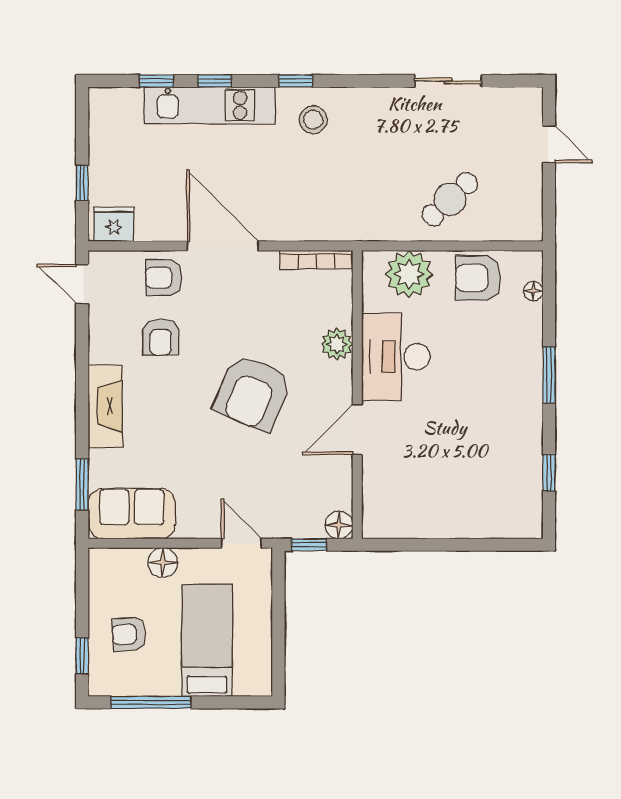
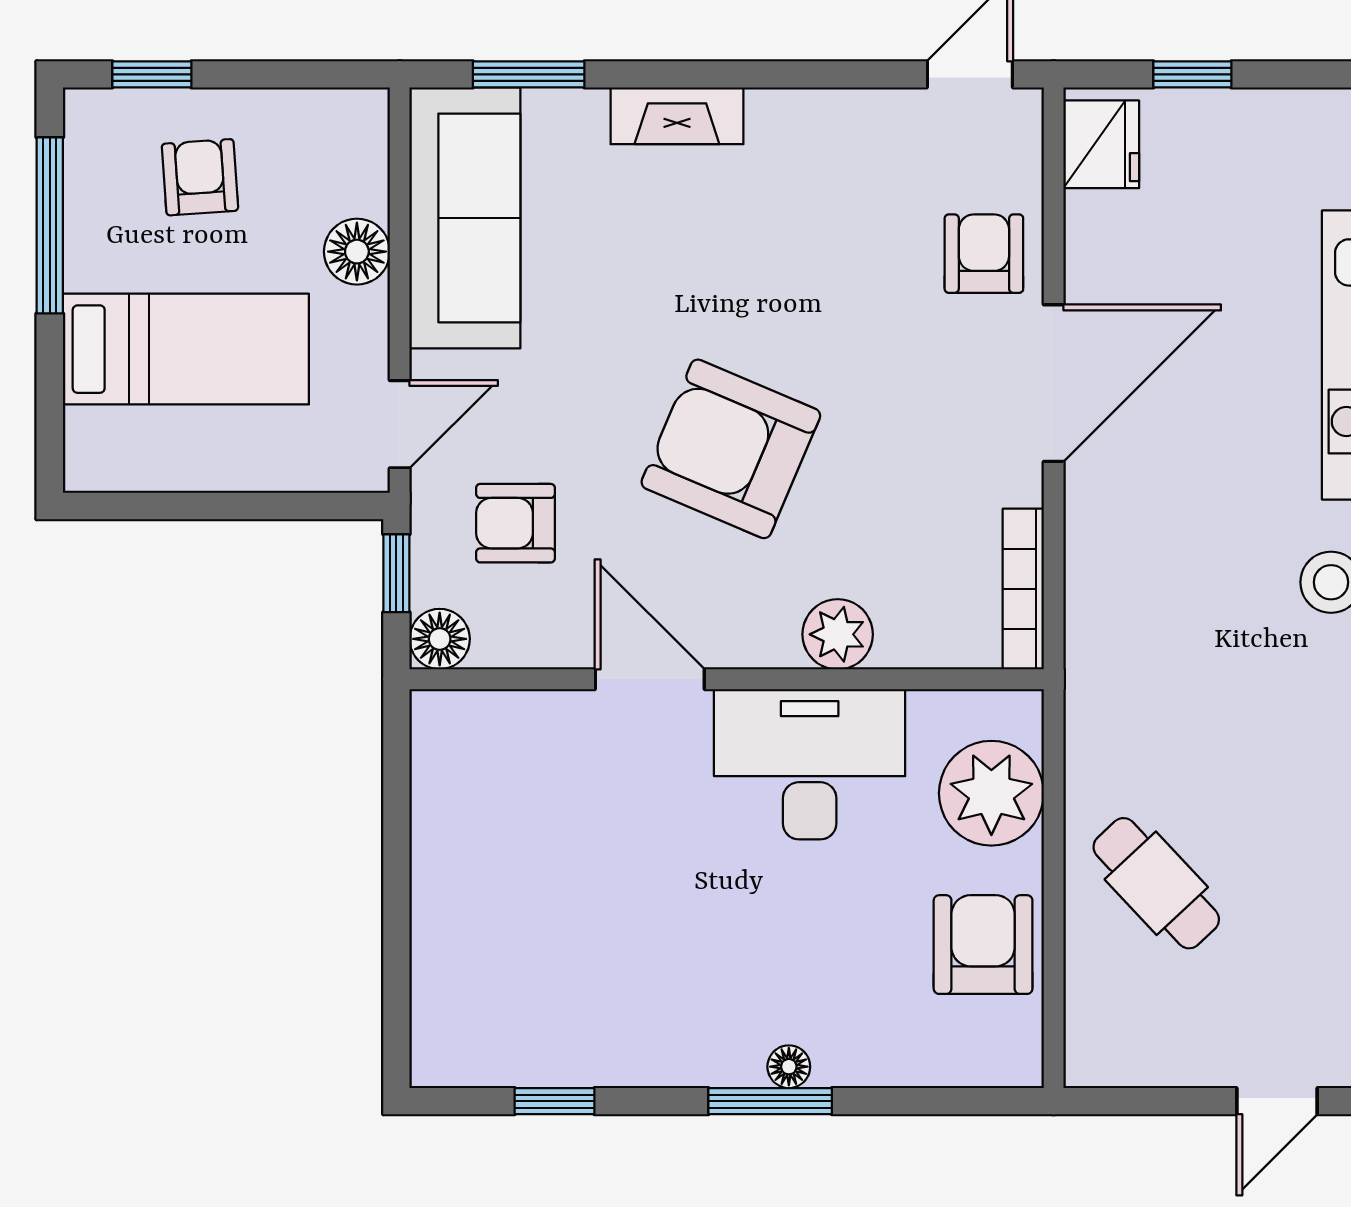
floor lamp: (533, 291) -> (789, 1067), moved
armchair: (161, 337) -> (516, 523), moved
fireplace: (105, 406) -> (677, 116), width x0.73, depth x0.76
sofa: (132, 514) -> (465, 218), width x1.36

